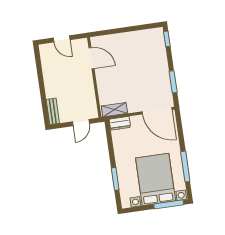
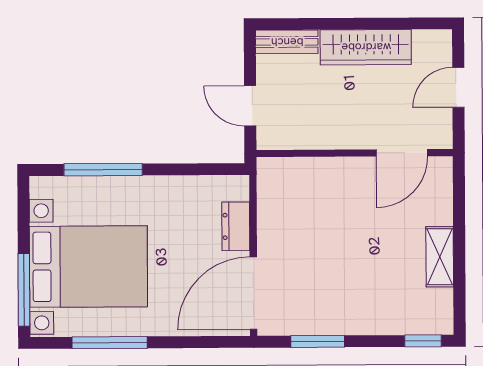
wardrobe: (50, 79) -> (366, 47), added
shelving: (114, 110) -> (440, 257), moved
dresser: (120, 123) -> (236, 226), moved
window: (115, 179) -> (103, 170), width x1.44

